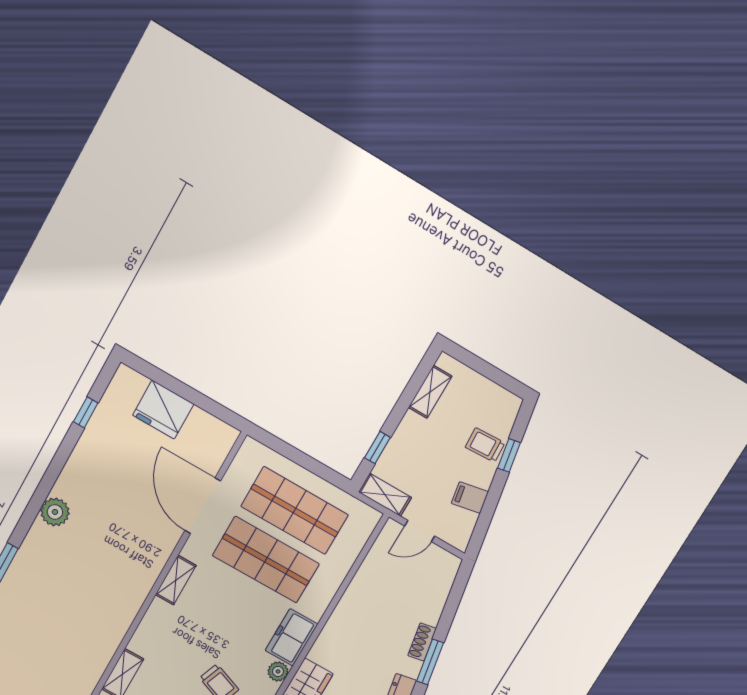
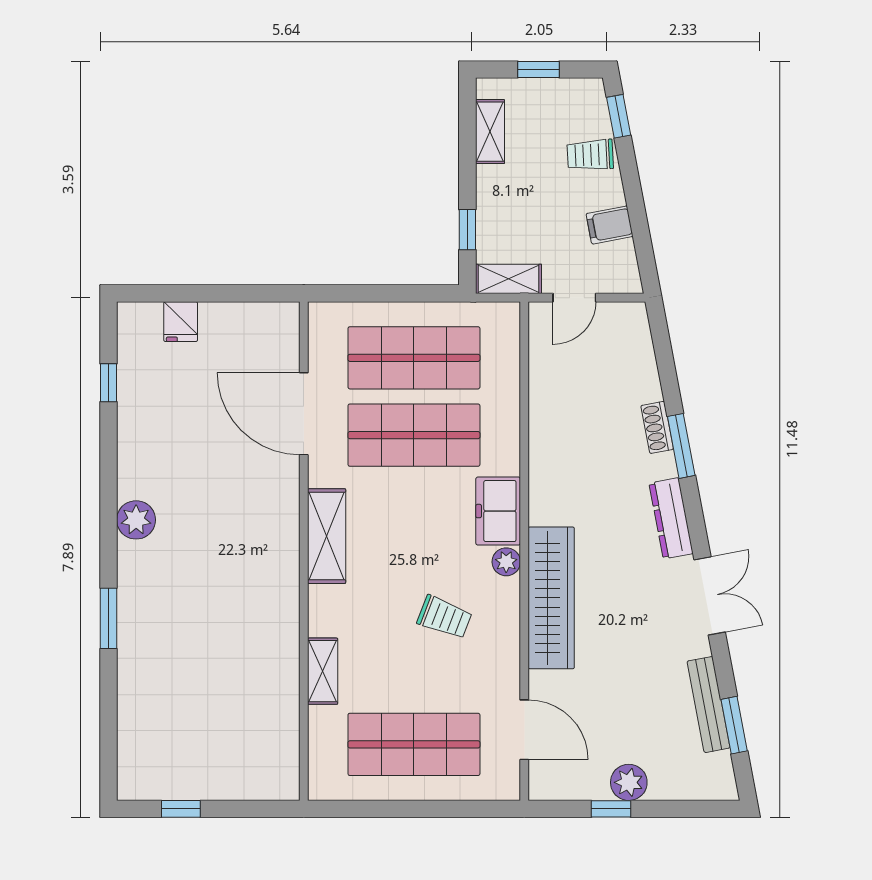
window: (486, 369) -> (538, 69), added
fridge: (163, 410) -> (181, 322), width x0.53, depth x0.75
window: (509, 455) -> (619, 116), moved
shelving: (176, 580) -> (327, 536), width x1.50, depth x1.33

